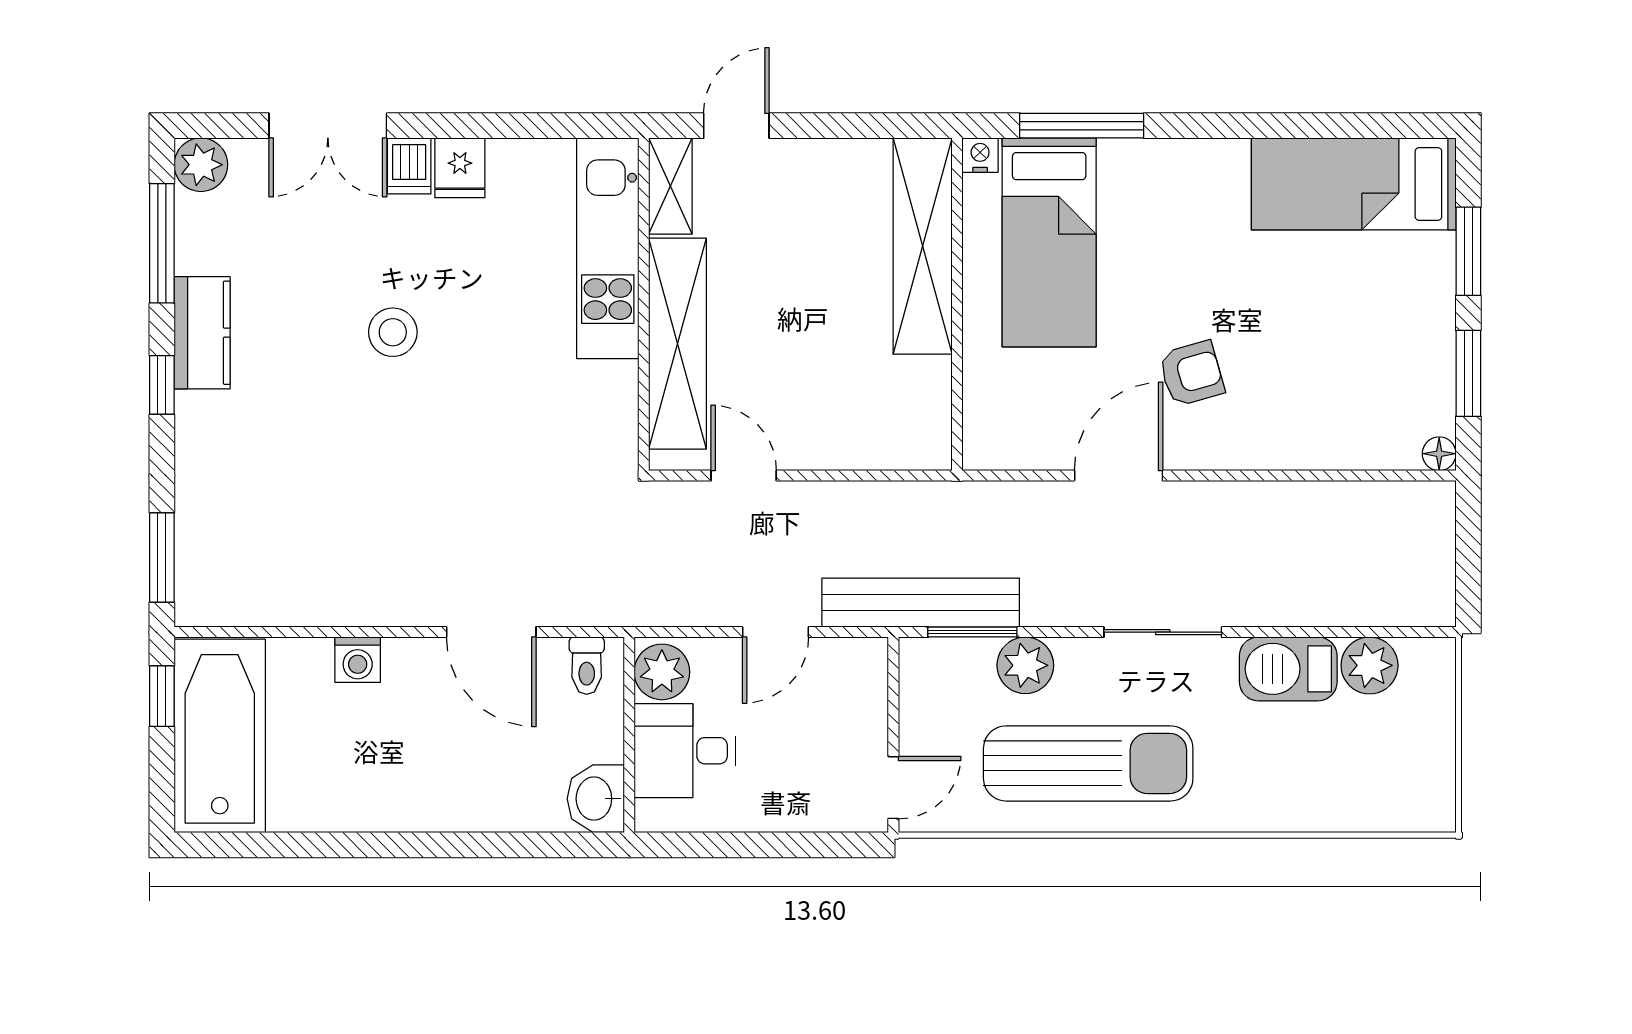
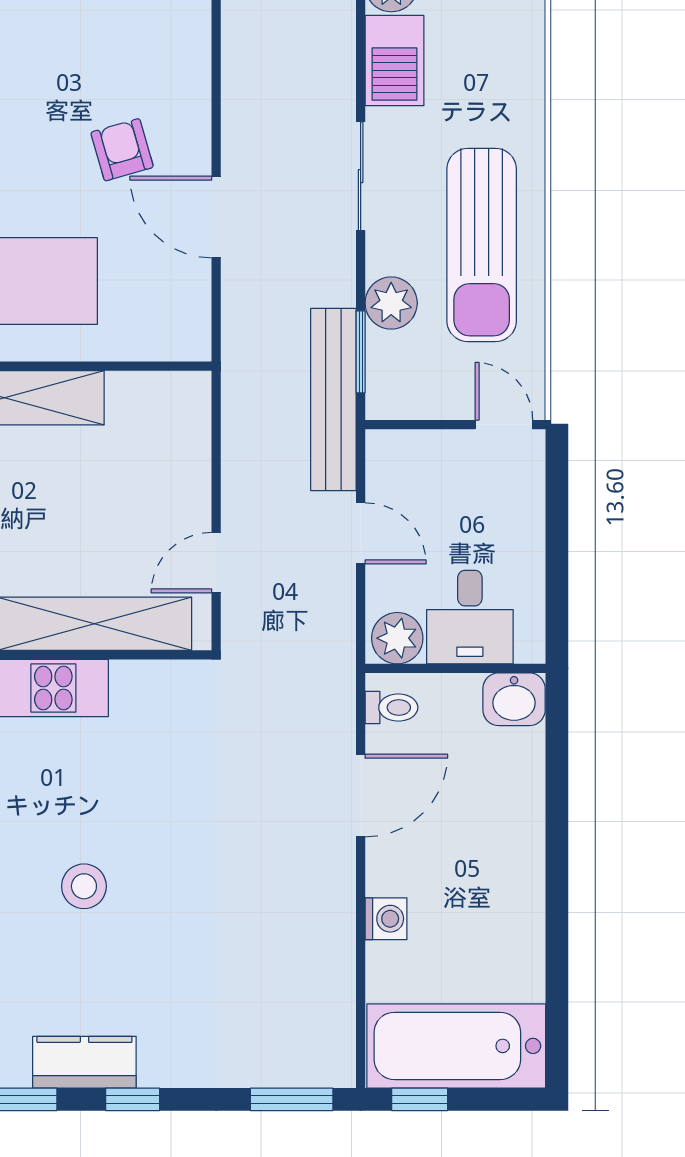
sun lounger: (1088, 763) -> (482, 245), turned 180

